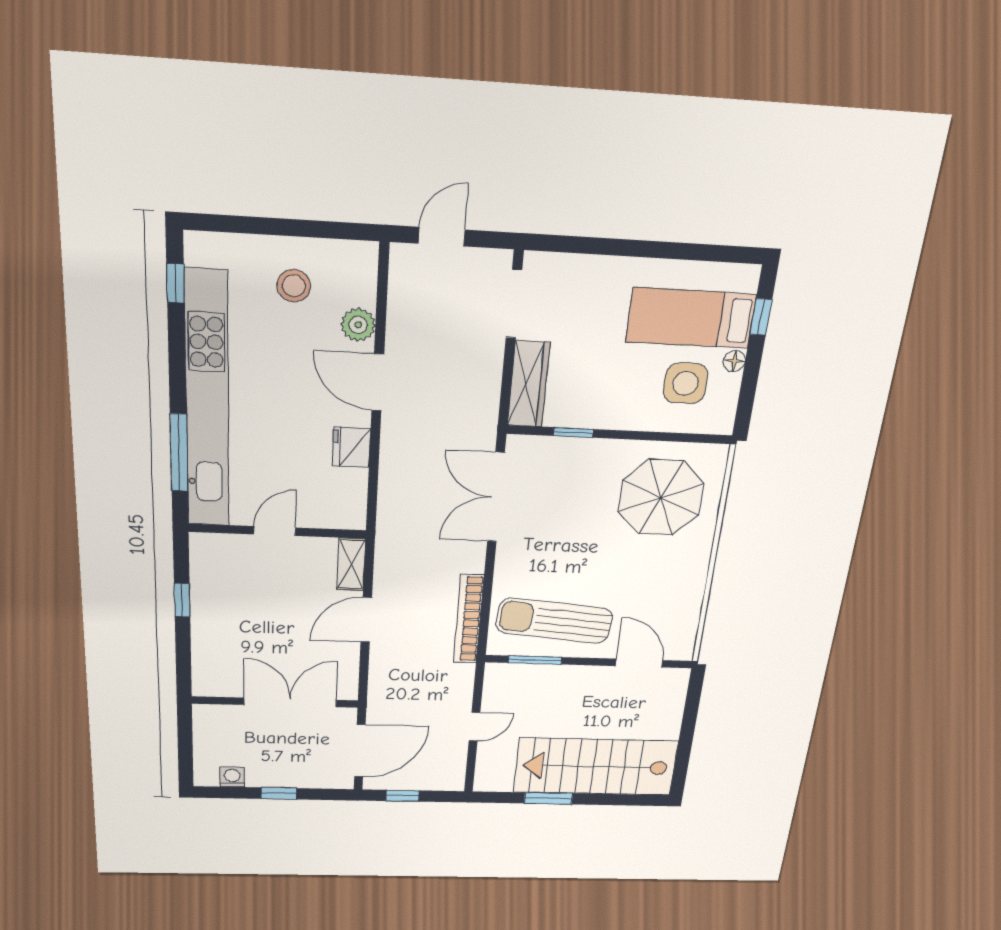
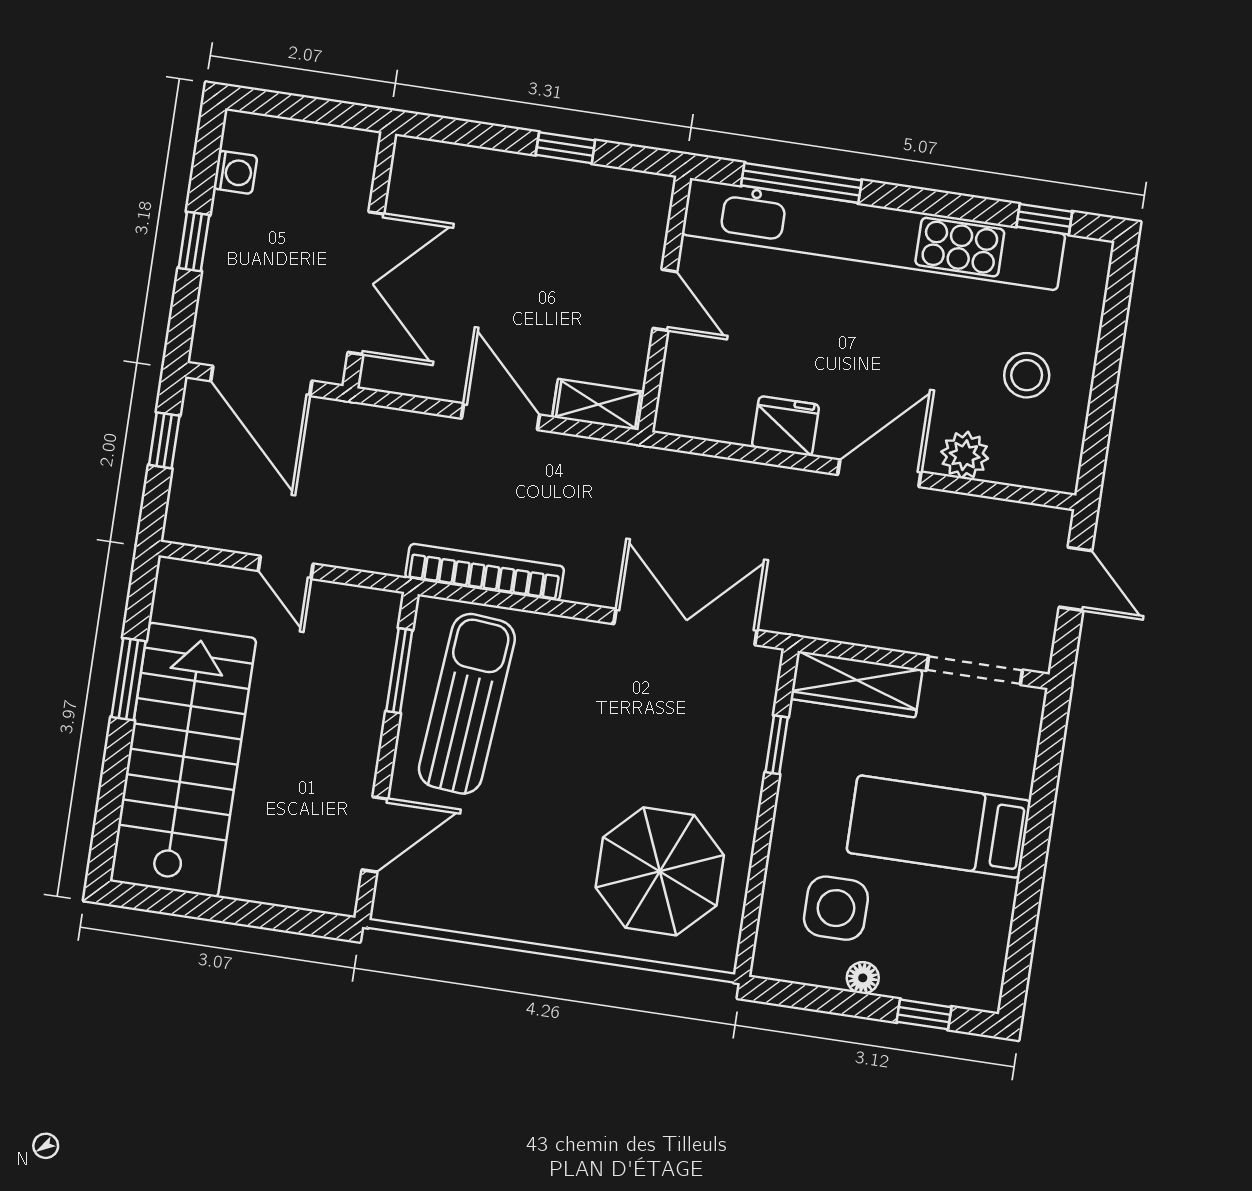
bed: (691, 318) -> (939, 827), moved, turned -90

